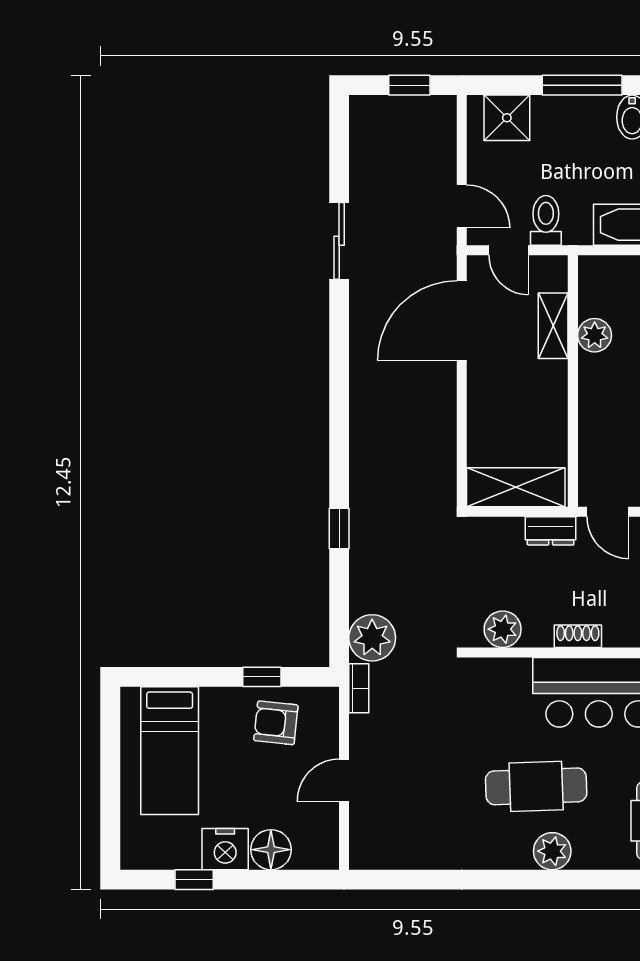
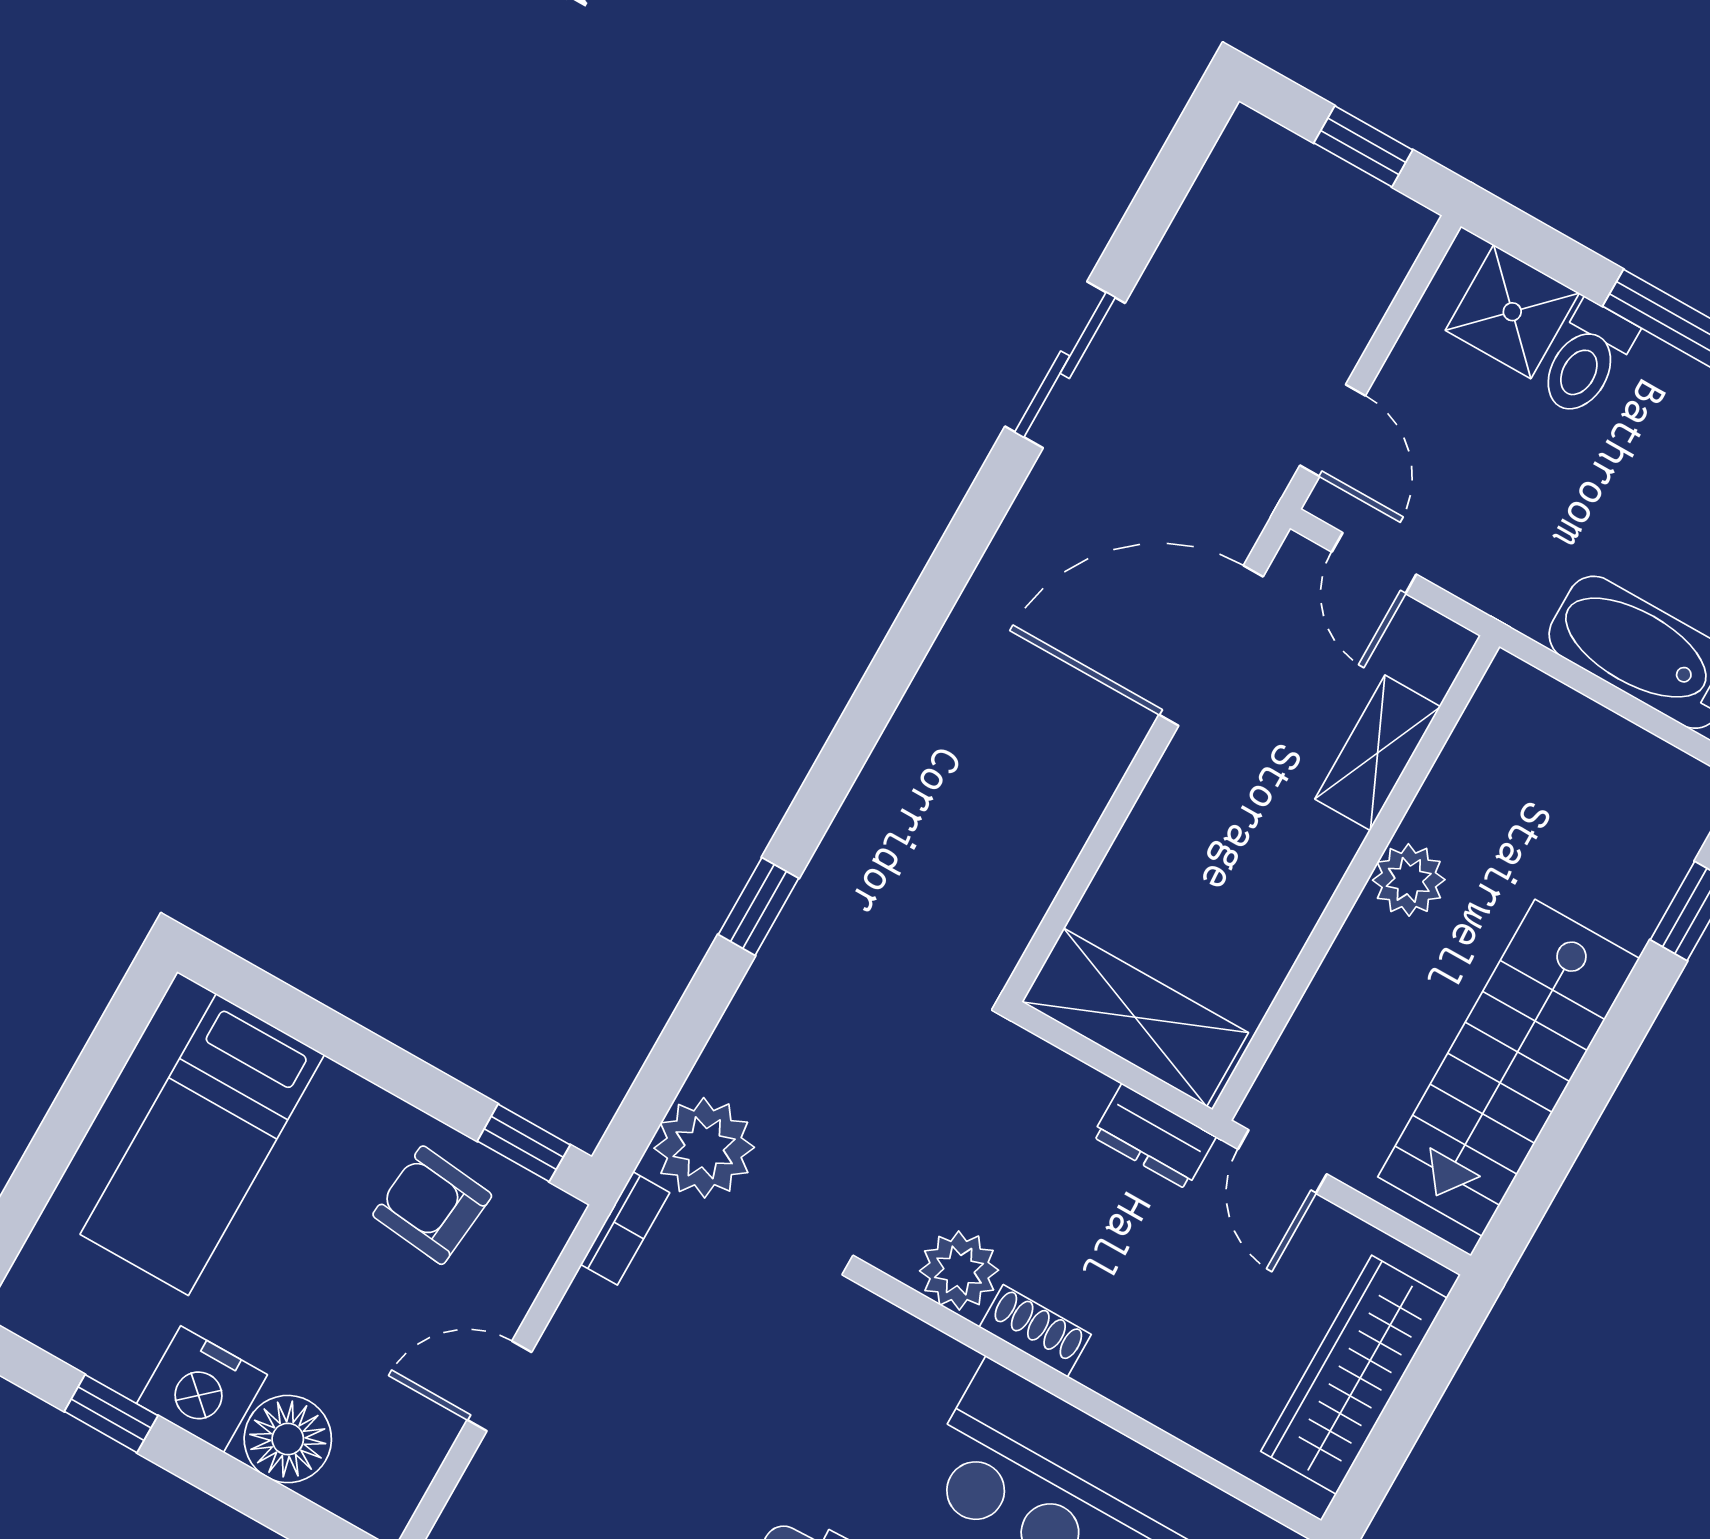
toilet: (546, 220) -> (1586, 359), moved, turned 180
plant: (595, 335) -> (1409, 880), moved
shoe rack: (578, 636) -> (1035, 1331), moved
window: (262, 677) -> (524, 1143), moved

